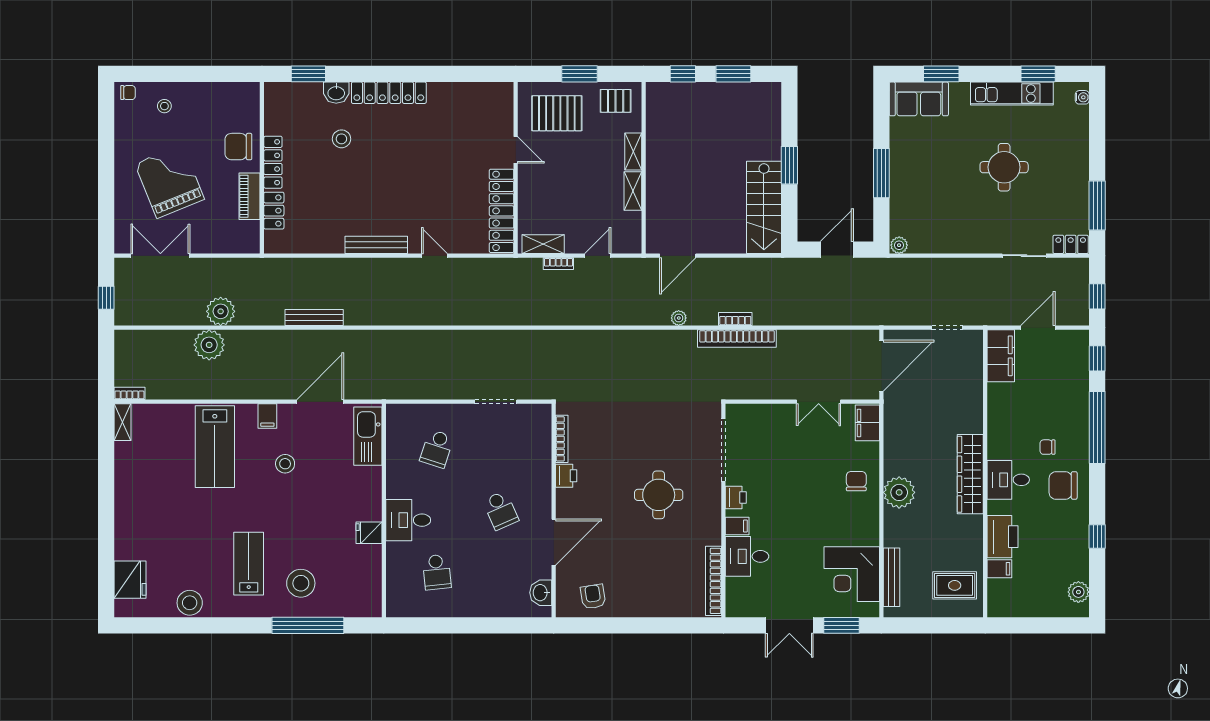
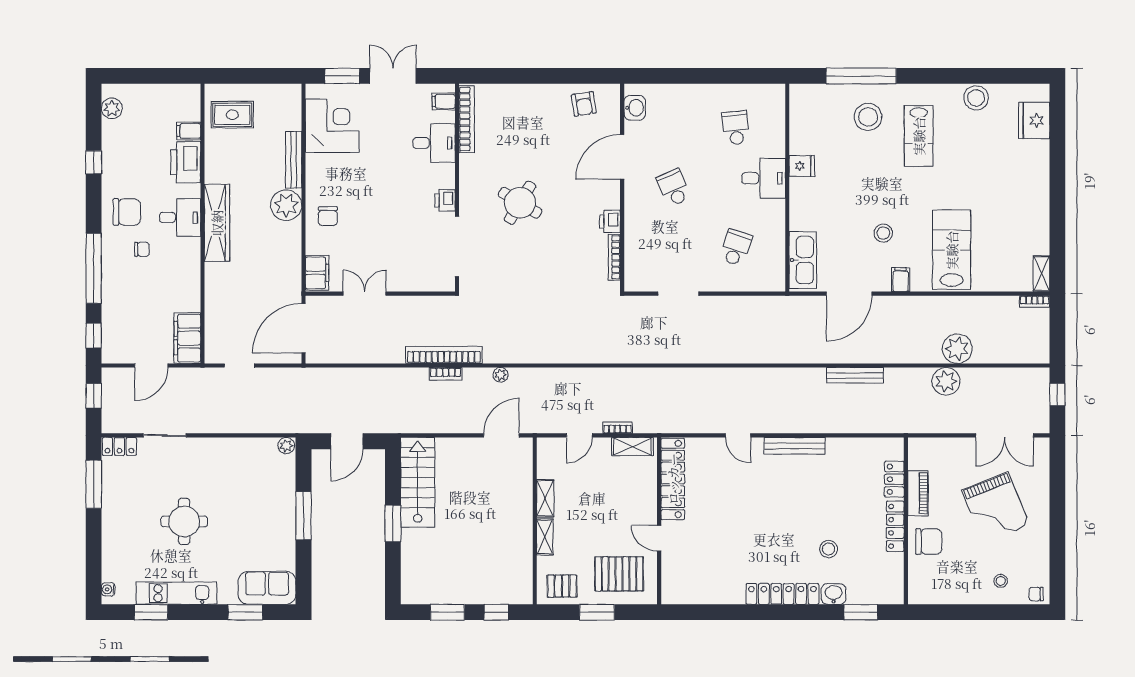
round table: (659, 495) -> (520, 203), turned 31
filing cabinet: (737, 526) -> (444, 101), moved
bench: (891, 577) -> (294, 160), moved

